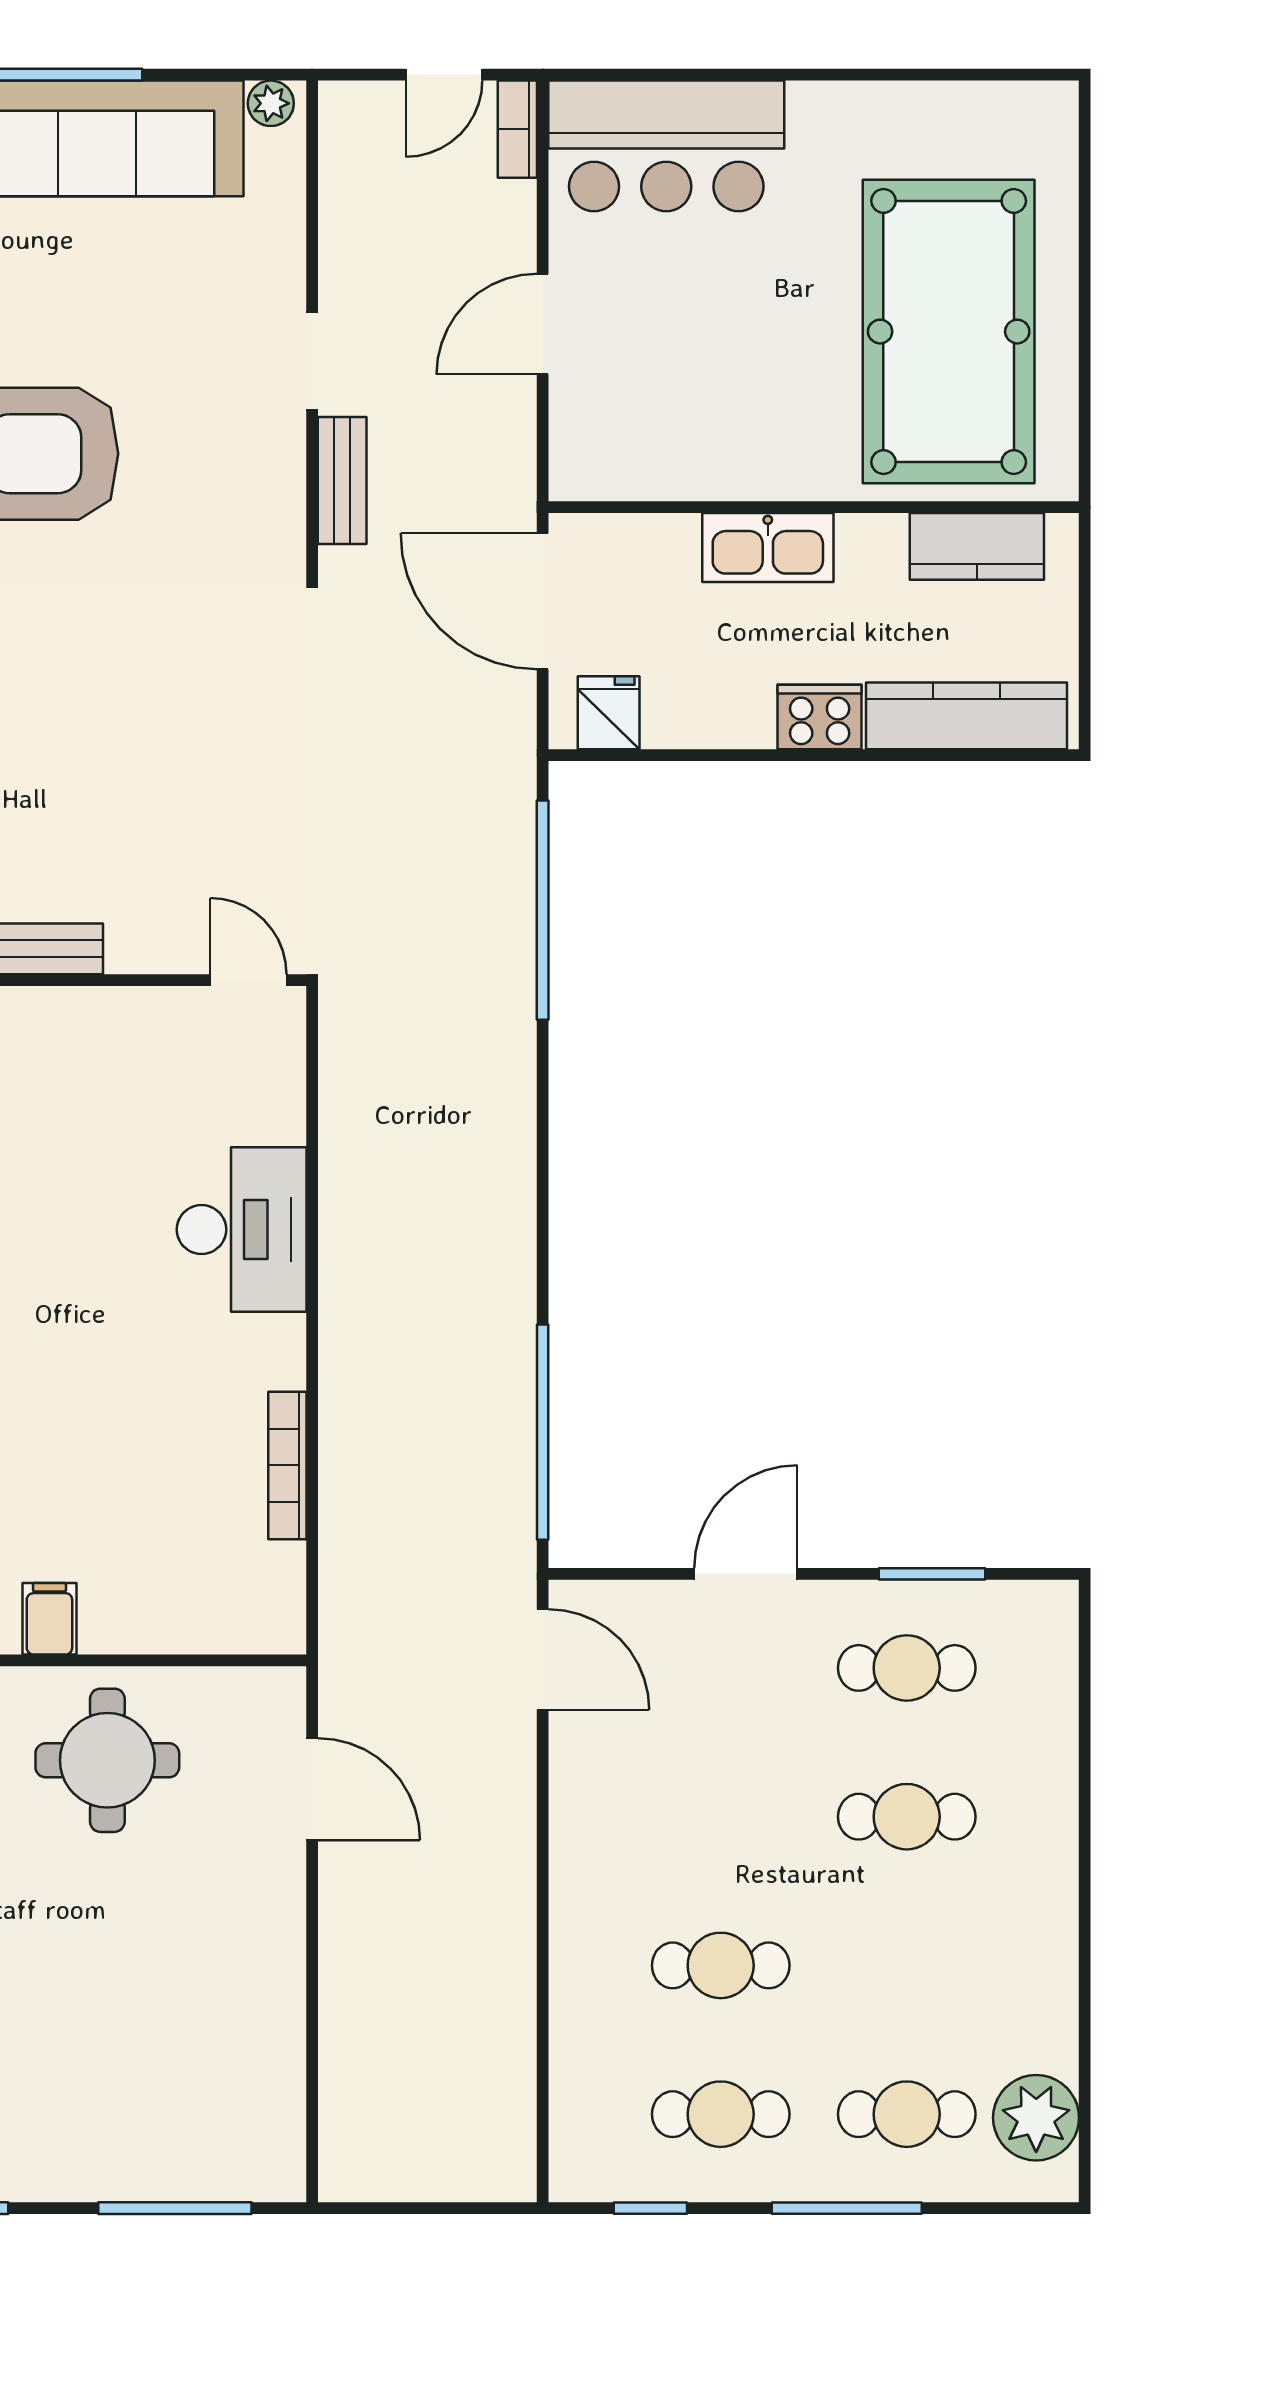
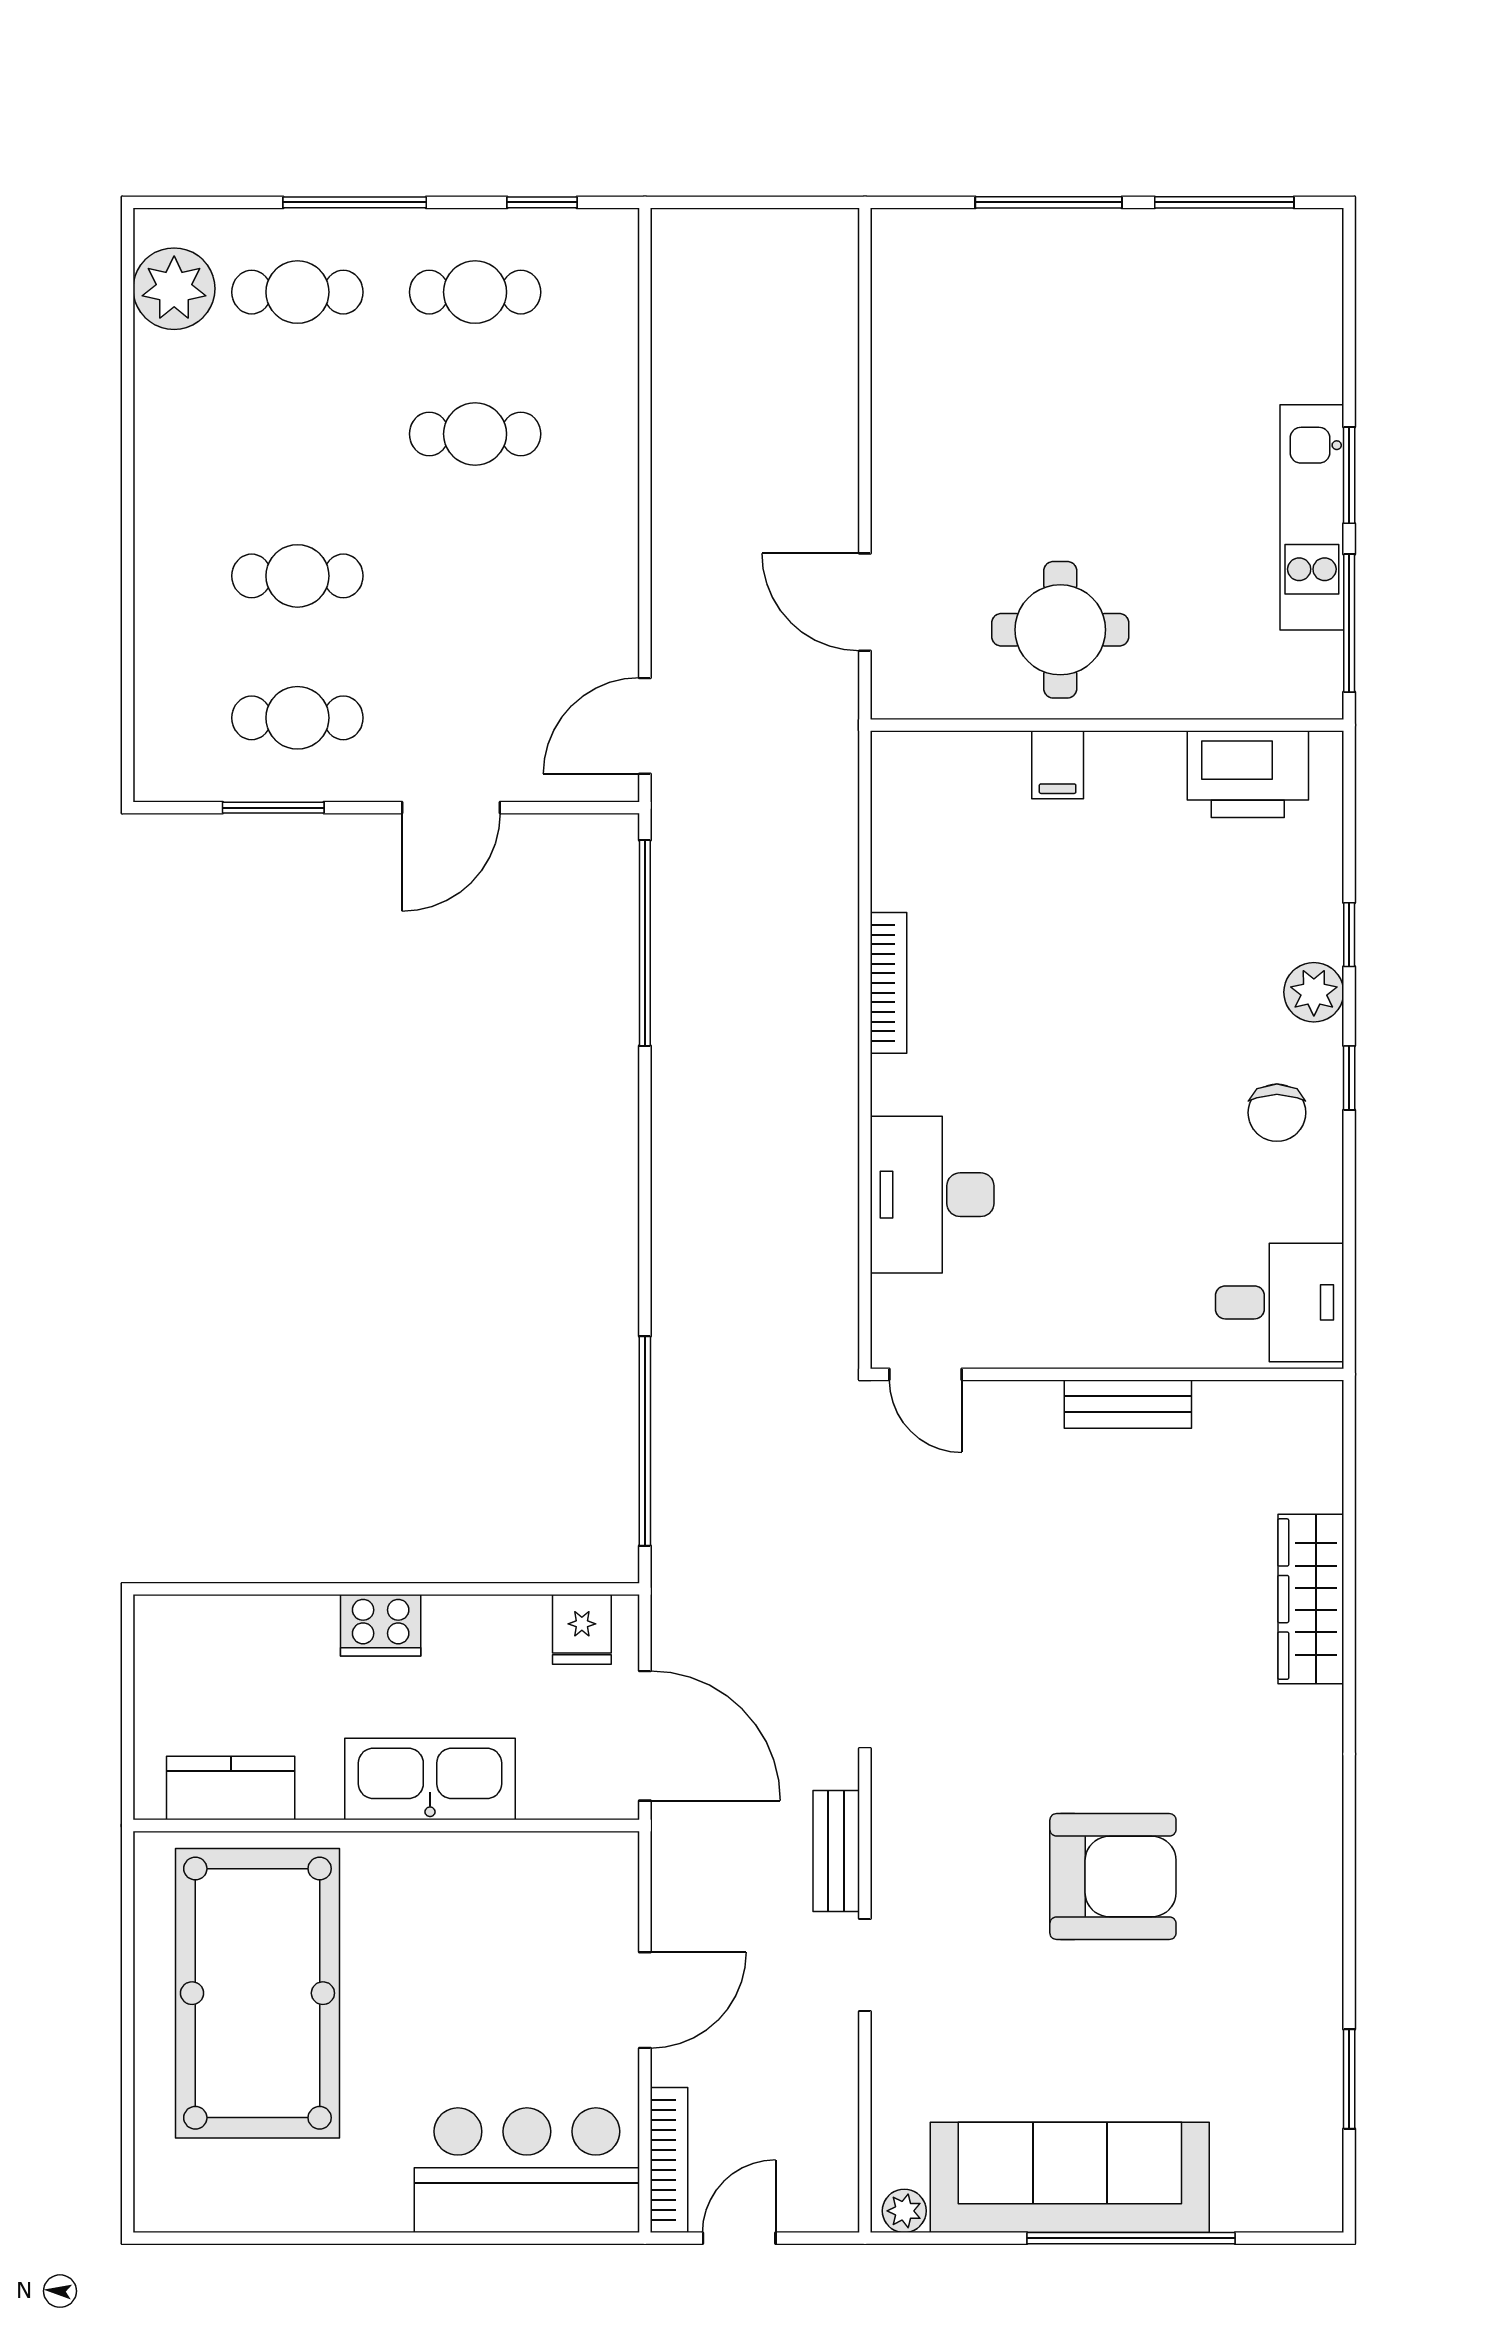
bookcase: (517, 129) -> (669, 2160), width x1.56
kitchen sink: (768, 547) -> (430, 1779), width x1.36, depth x1.24
kitchen counter: (966, 716) -> (240, 1626), removed
desk: (242, 1230) -> (932, 1195), moved
bookcase: (287, 1465) -> (888, 983), moved
filing cabinet: (49, 1619) -> (1058, 765), moved
door: (543, 1660) -> (645, 726), hinge flipped
window: (175, 2208) -> (1049, 202), moved

